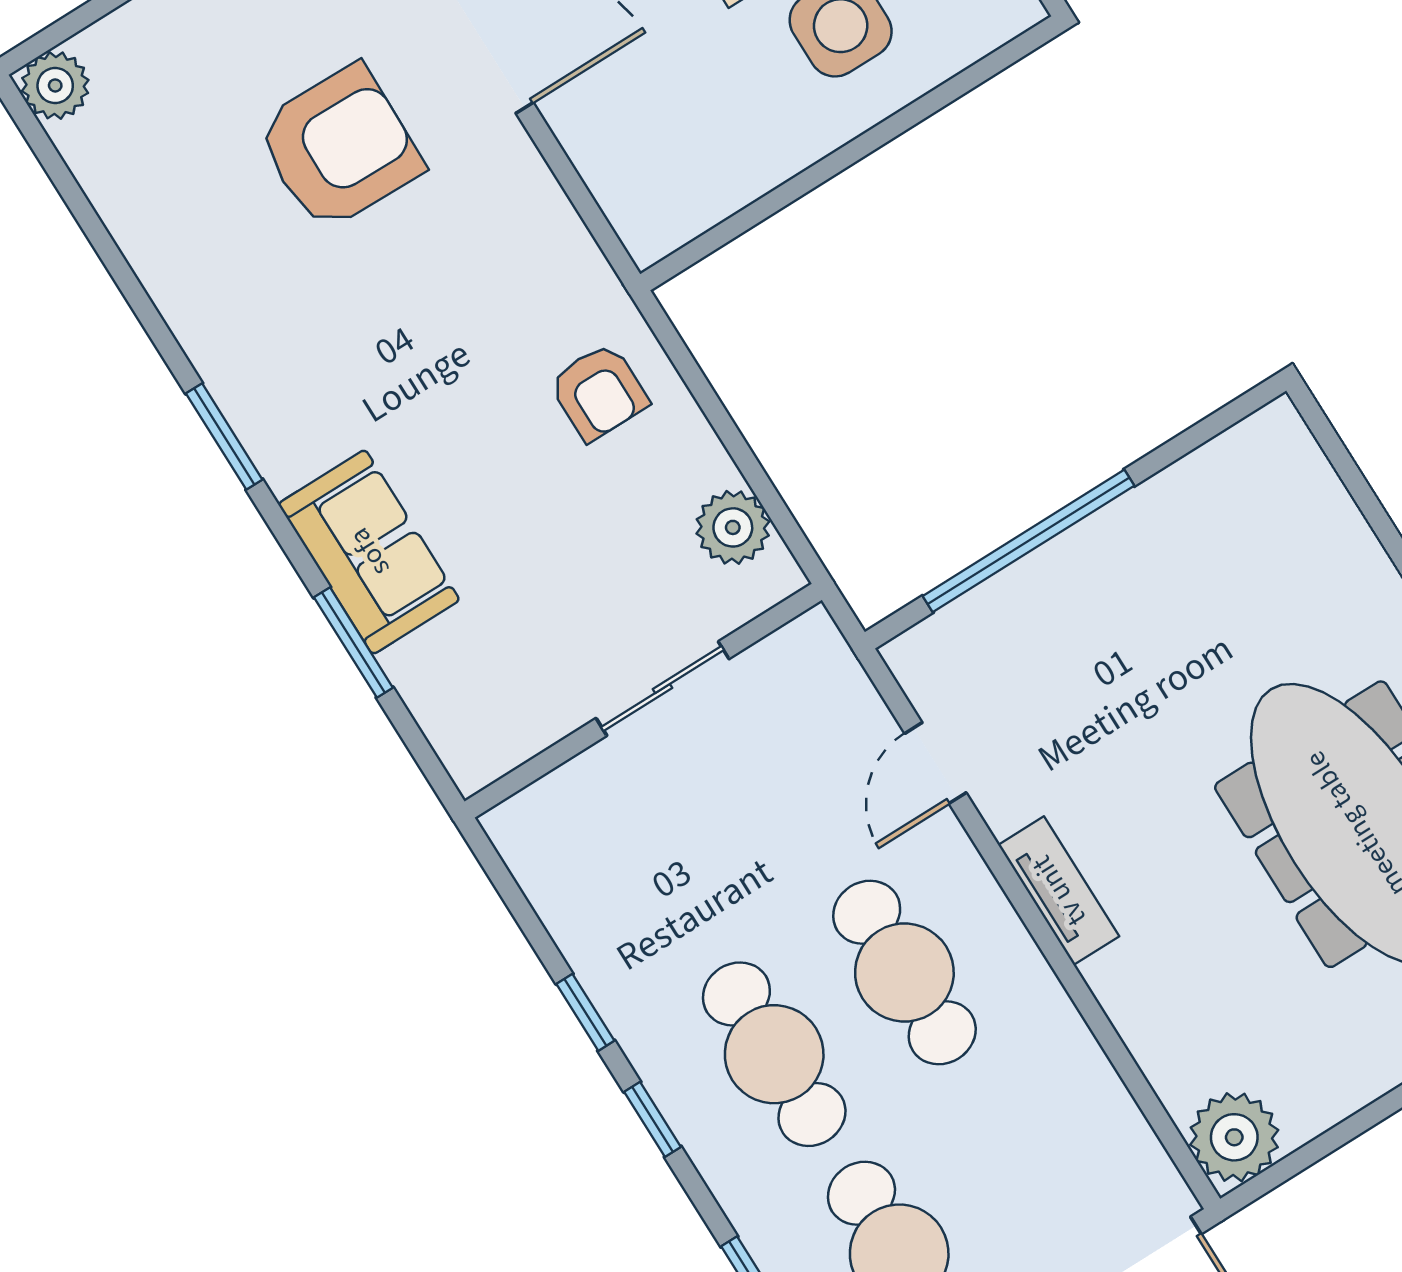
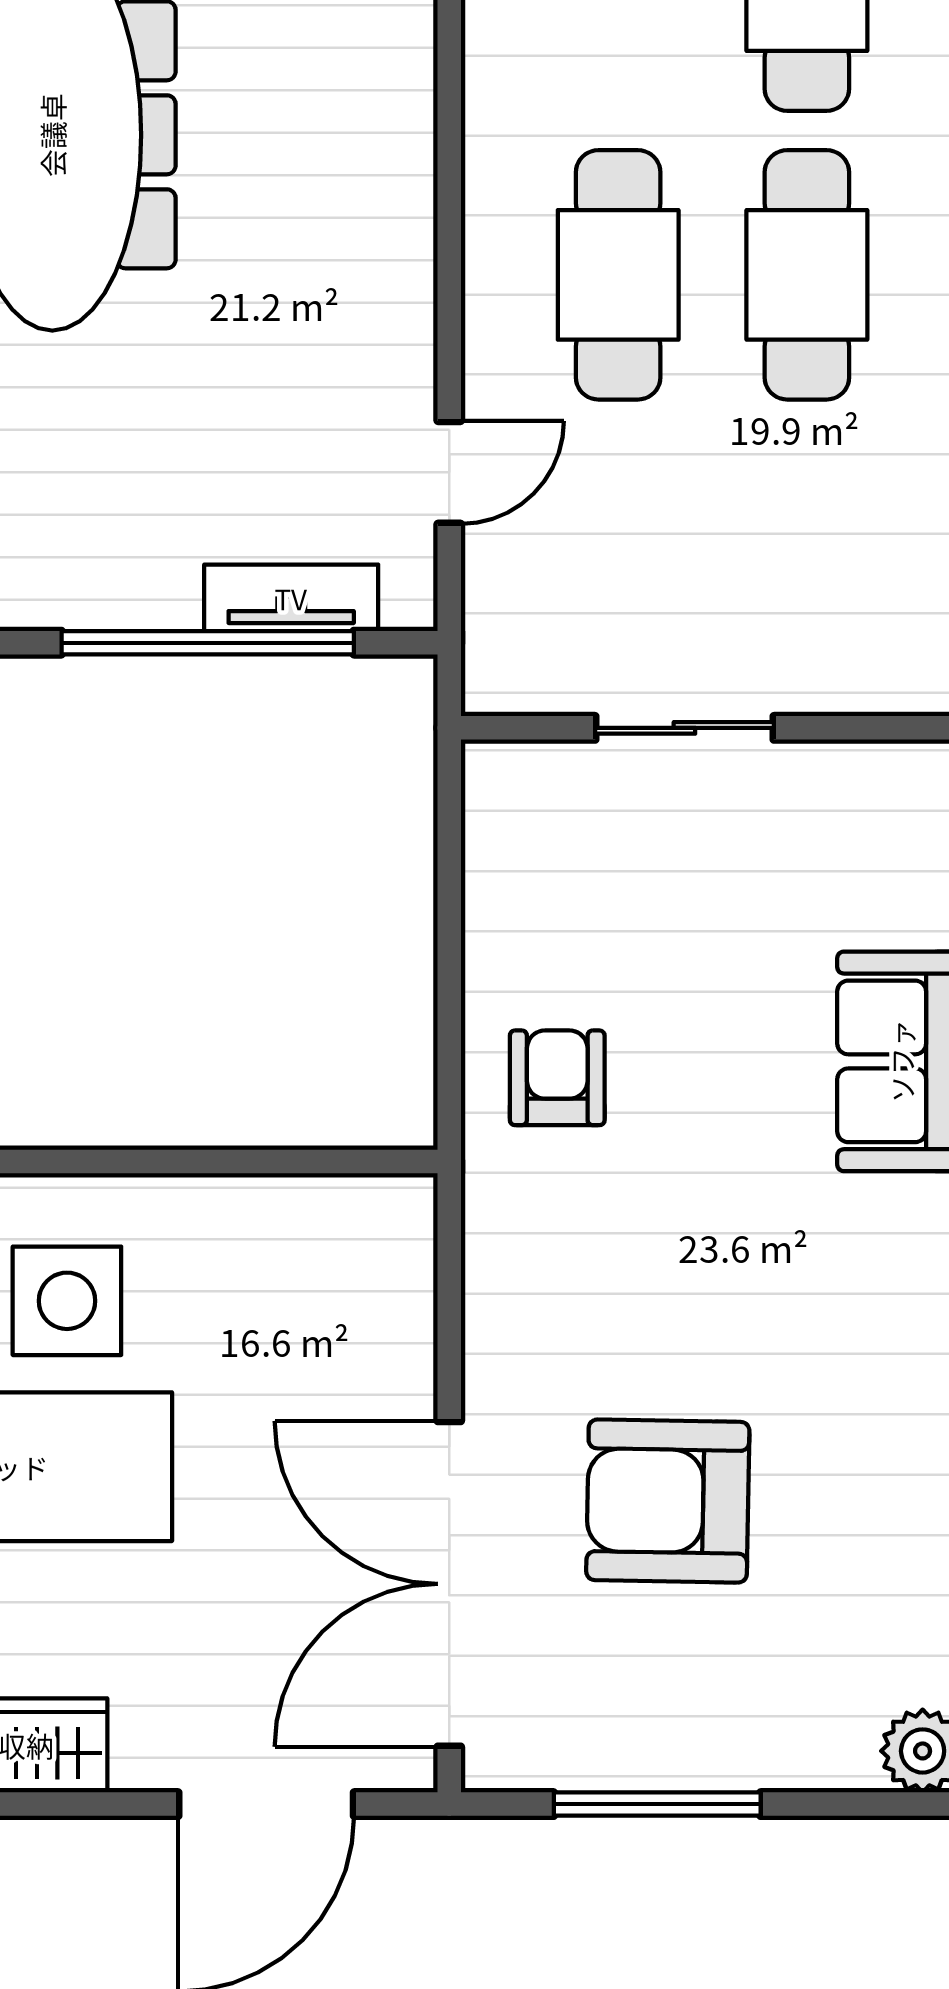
plant: (733, 527) -> (506, 850), removed
tv unit: (1059, 891) -> (291, 598), moved, turned 90

